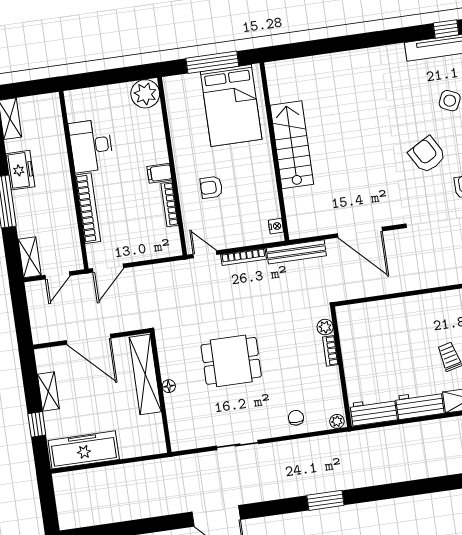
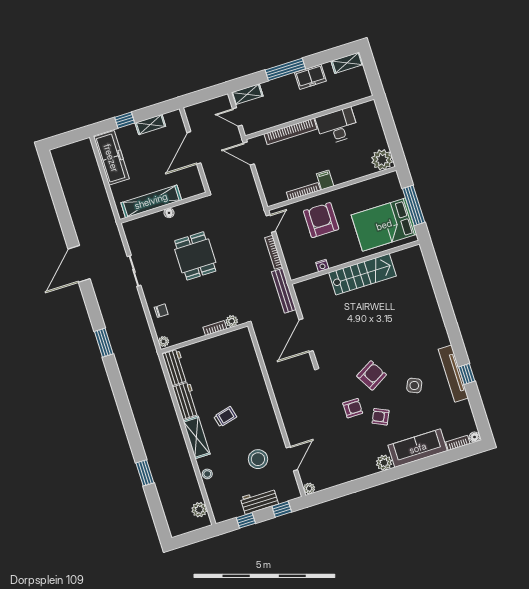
armchair: (211, 187) -> (321, 220), width x1.88, depth x1.88
nightstand: (276, 226) -> (322, 266), moved
shelving: (145, 375) -> (151, 201), moved

